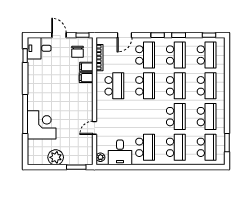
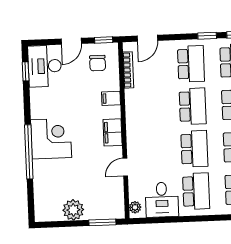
door: (59, 35) -> (71, 41), swing flipped
door: (125, 35) -> (147, 38), moved
desk: (39, 48) -> (45, 66), width x1.37
filing cabinet: (86, 67) -> (113, 132), moved, width x2.00
school desk: (114, 86) -> (194, 149), moved
corner desk: (42, 125) -> (51, 139), moved

